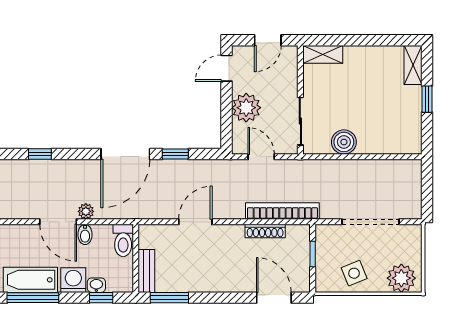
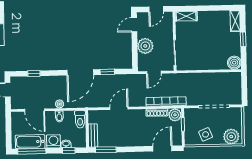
boiler: (344, 142) -> (234, 63), moved
door: (261, 157) -> (154, 72), swing flipped
door: (58, 222) -> (35, 110), moved
plant: (298, 236) -> (175, 115), added
door: (274, 298) -> (162, 149), hinge flipped

